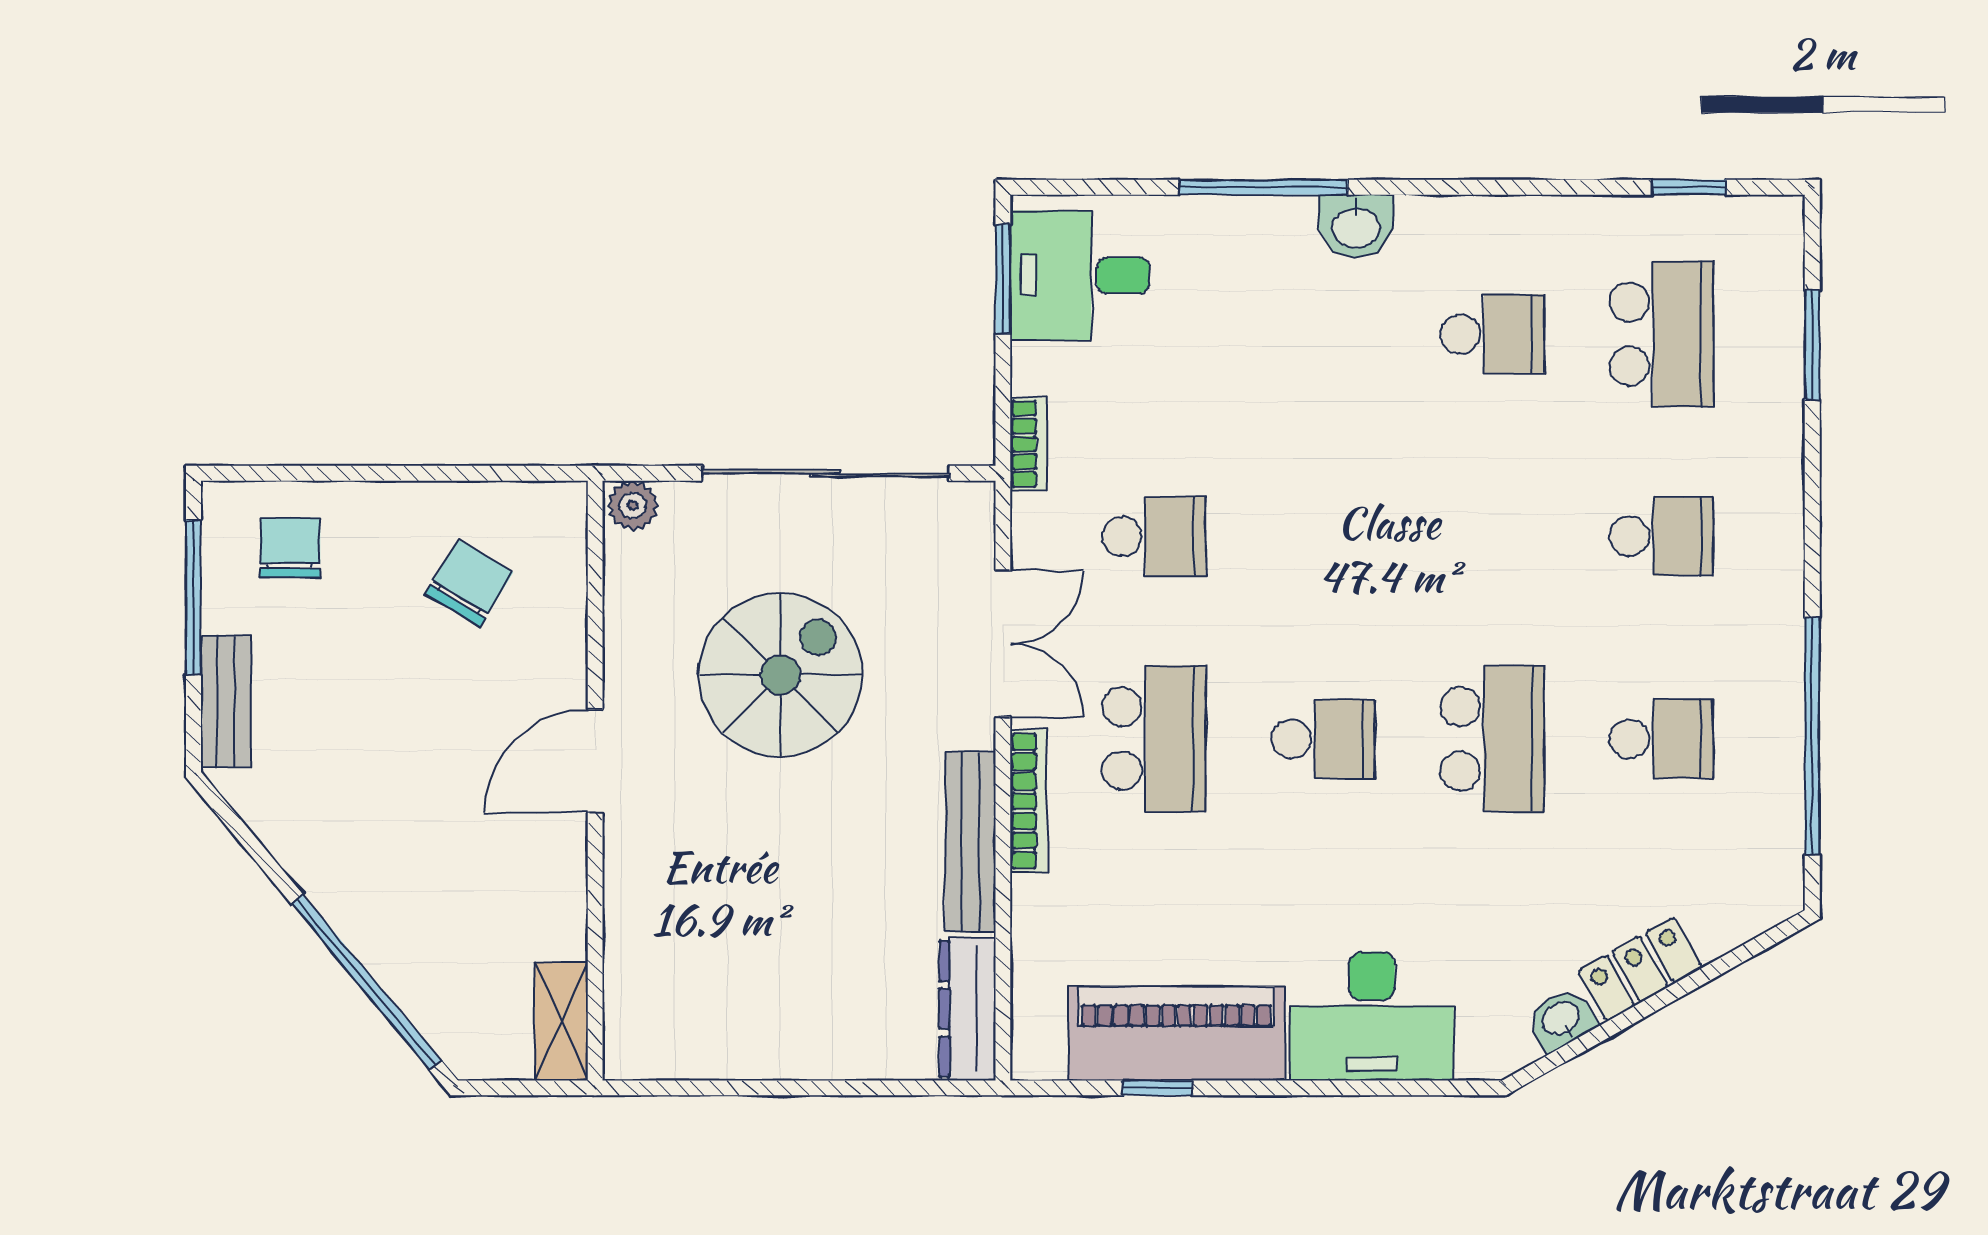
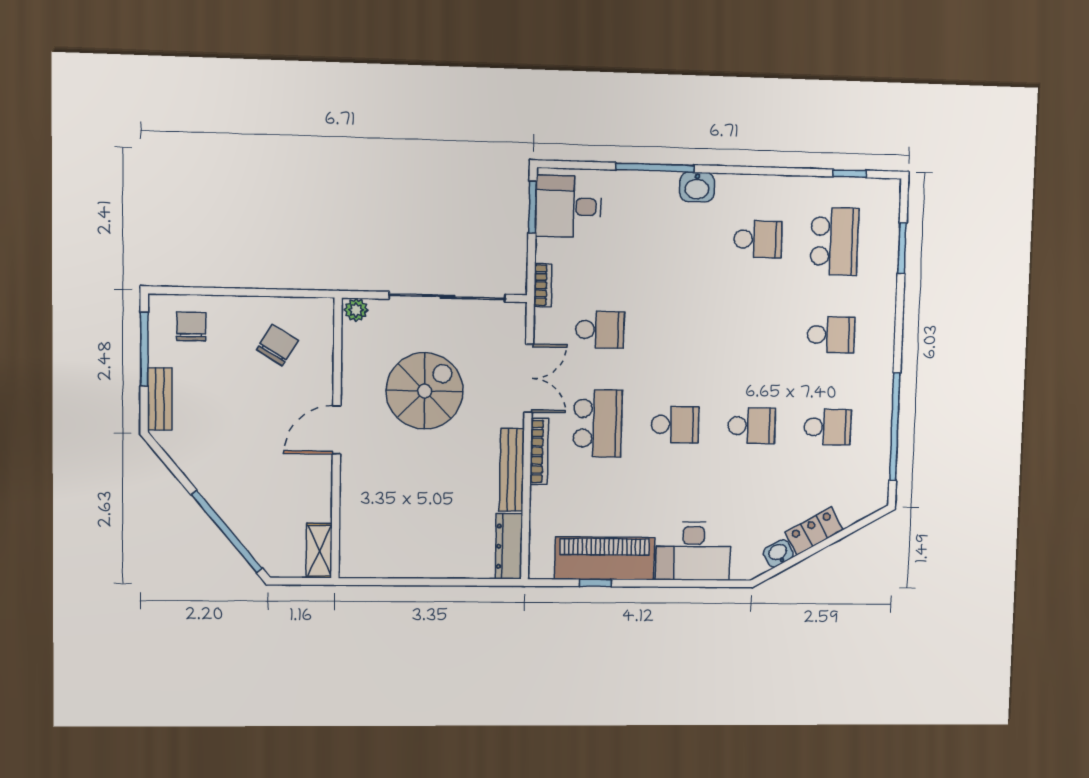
school desk: (1492, 739) -> (752, 426), width x0.54

